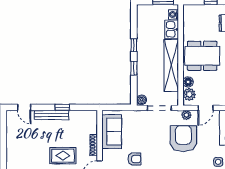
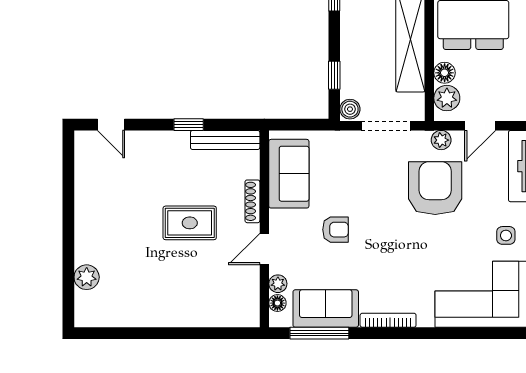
window: (134, 68) -> (334, 75), moved
bench: (52, 115) -> (225, 140), moved

